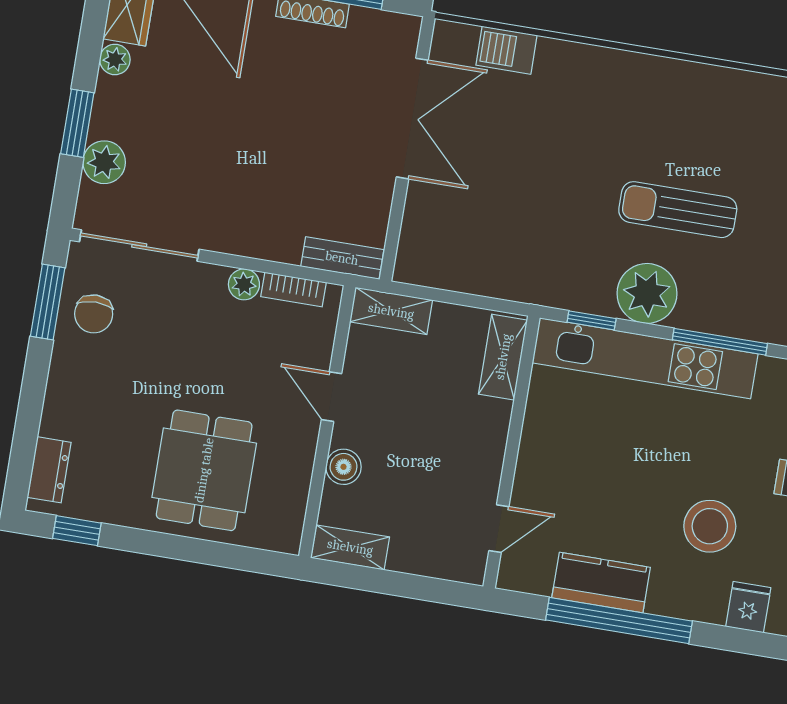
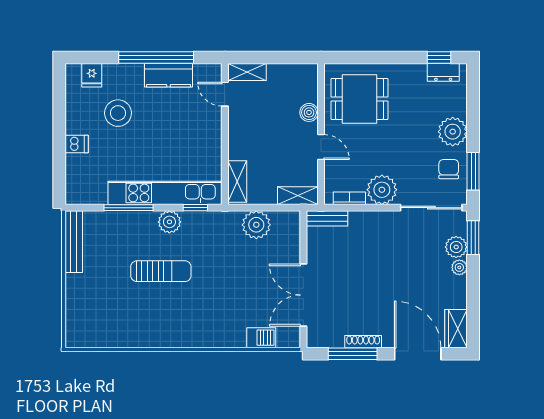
plant: (115, 59) -> (459, 267), moved
window: (77, 123) -> (473, 238), moved
plant: (480, 268) -> (256, 225), added
plant: (244, 284) -> (382, 190), width x1.88, depth x1.88
plant: (647, 293) -> (169, 222), width x0.73, depth x0.73
plant: (74, 385) -> (453, 132), added
dresser: (49, 470) -> (443, 72), moved, turned -90
dining table: (204, 470) -> (360, 99), moved, turned 90
door: (499, 529) -> (225, 94), hinge flipped
shelving: (350, 547) -> (247, 72), moved

